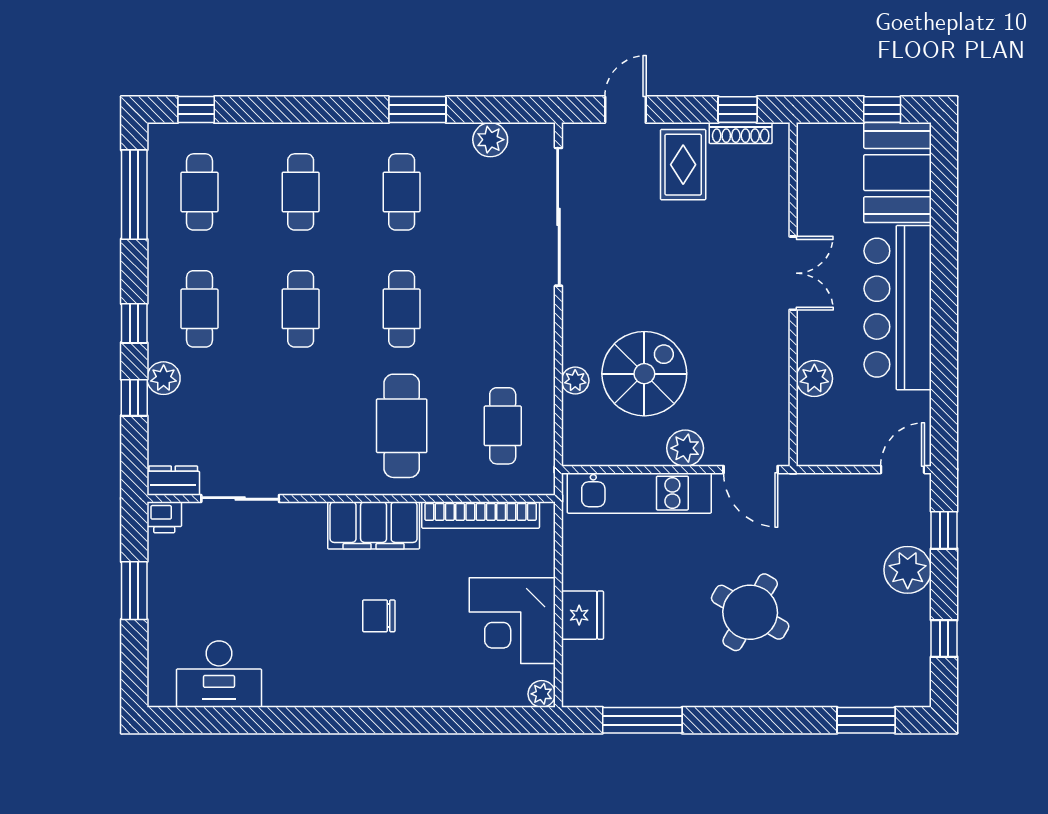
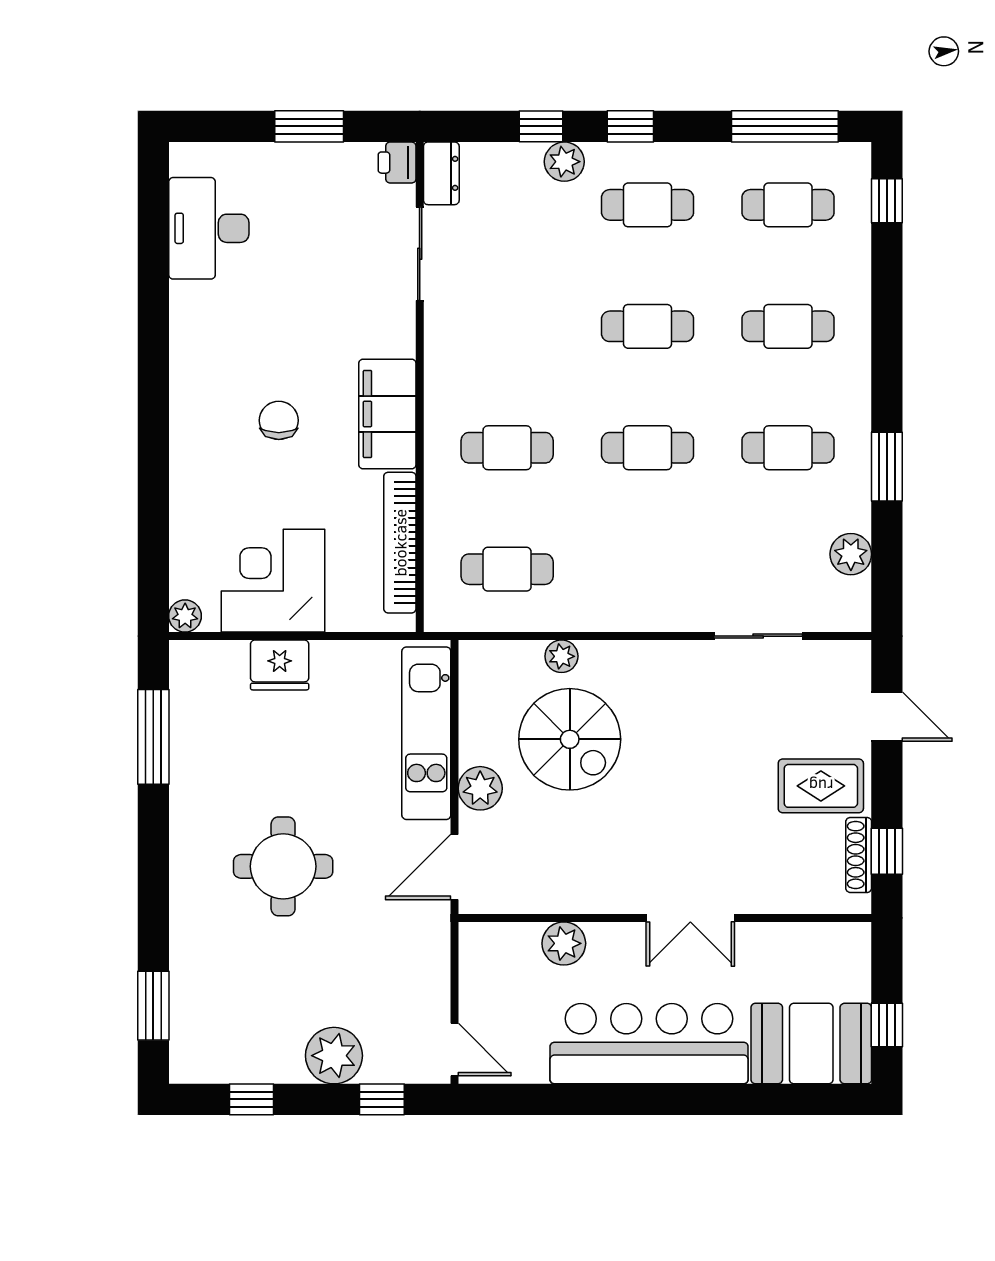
sliding door: (558, 217) -> (758, 636), width x0.54
cafe table: (402, 426) -> (507, 448), width x0.73, depth x0.74
round table: (750, 612) -> (283, 866), turned -30

